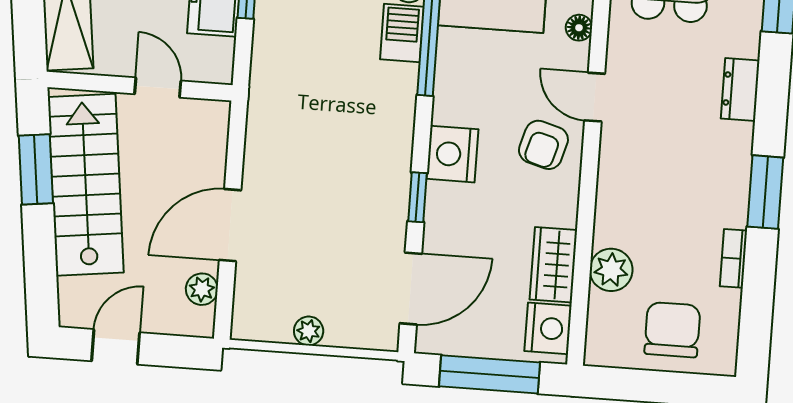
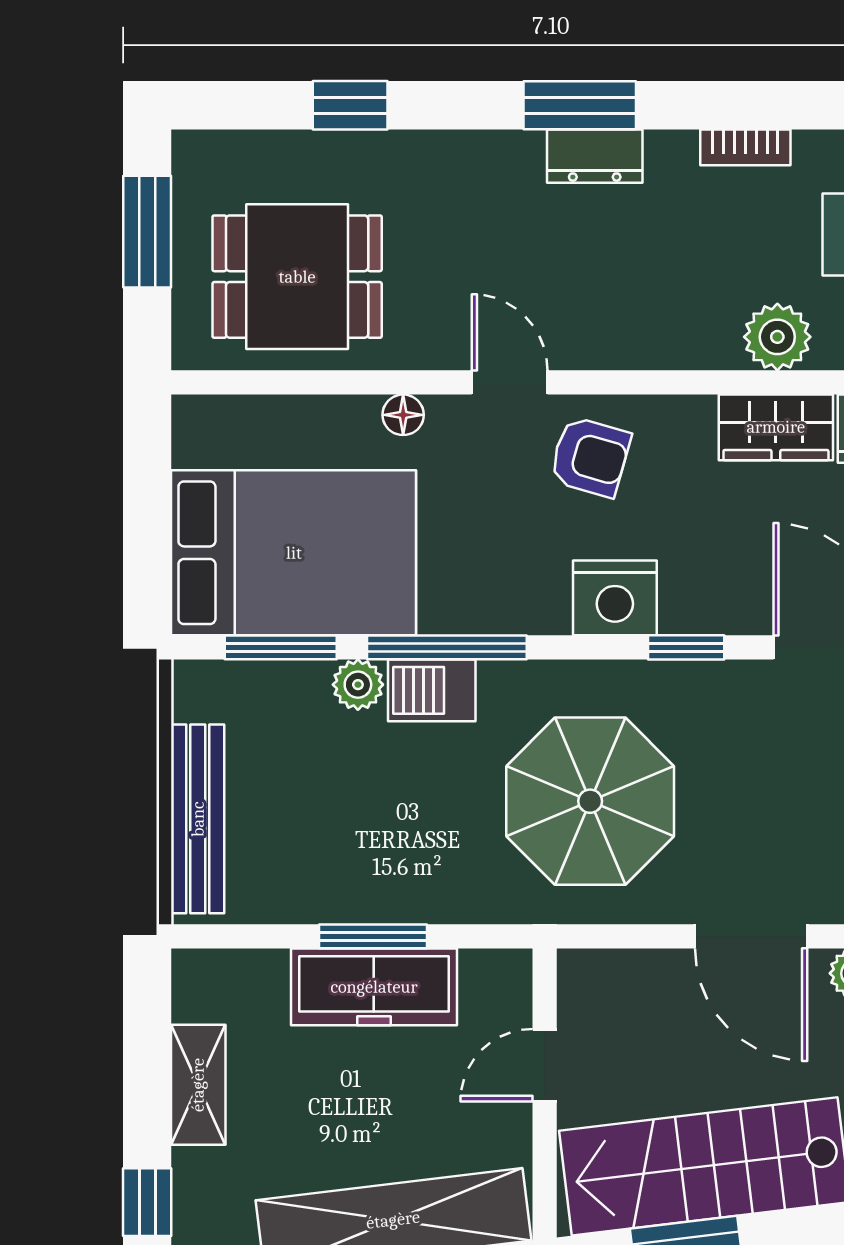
dresser: (740, 89) -> (595, 156), moved
door: (595, 97) -> (510, 382), swing flipped
parasol: (324, 129) -> (590, 801), added
window: (765, 192) -> (580, 105), moved

